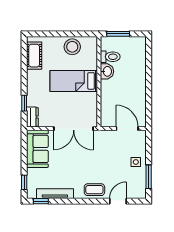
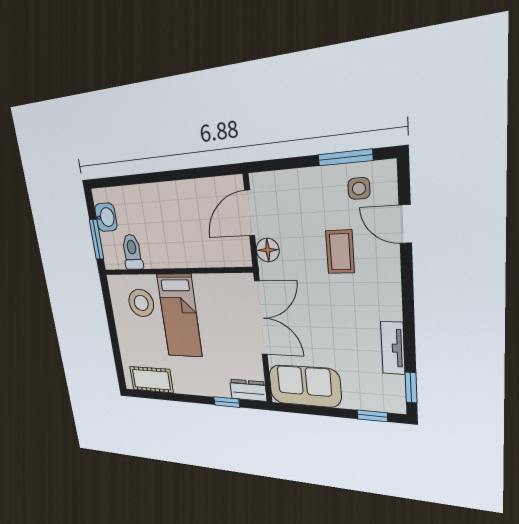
stool: (72, 47) -> (141, 303), moved
washbasin: (107, 71) -> (106, 217), moved, turned 90
floor lamp: (109, 136) -> (268, 250), added
side table: (136, 162) -> (359, 188), moved
coffee table: (94, 190) -> (340, 252), moved
tv unit: (55, 194) -> (393, 348), width x0.71

